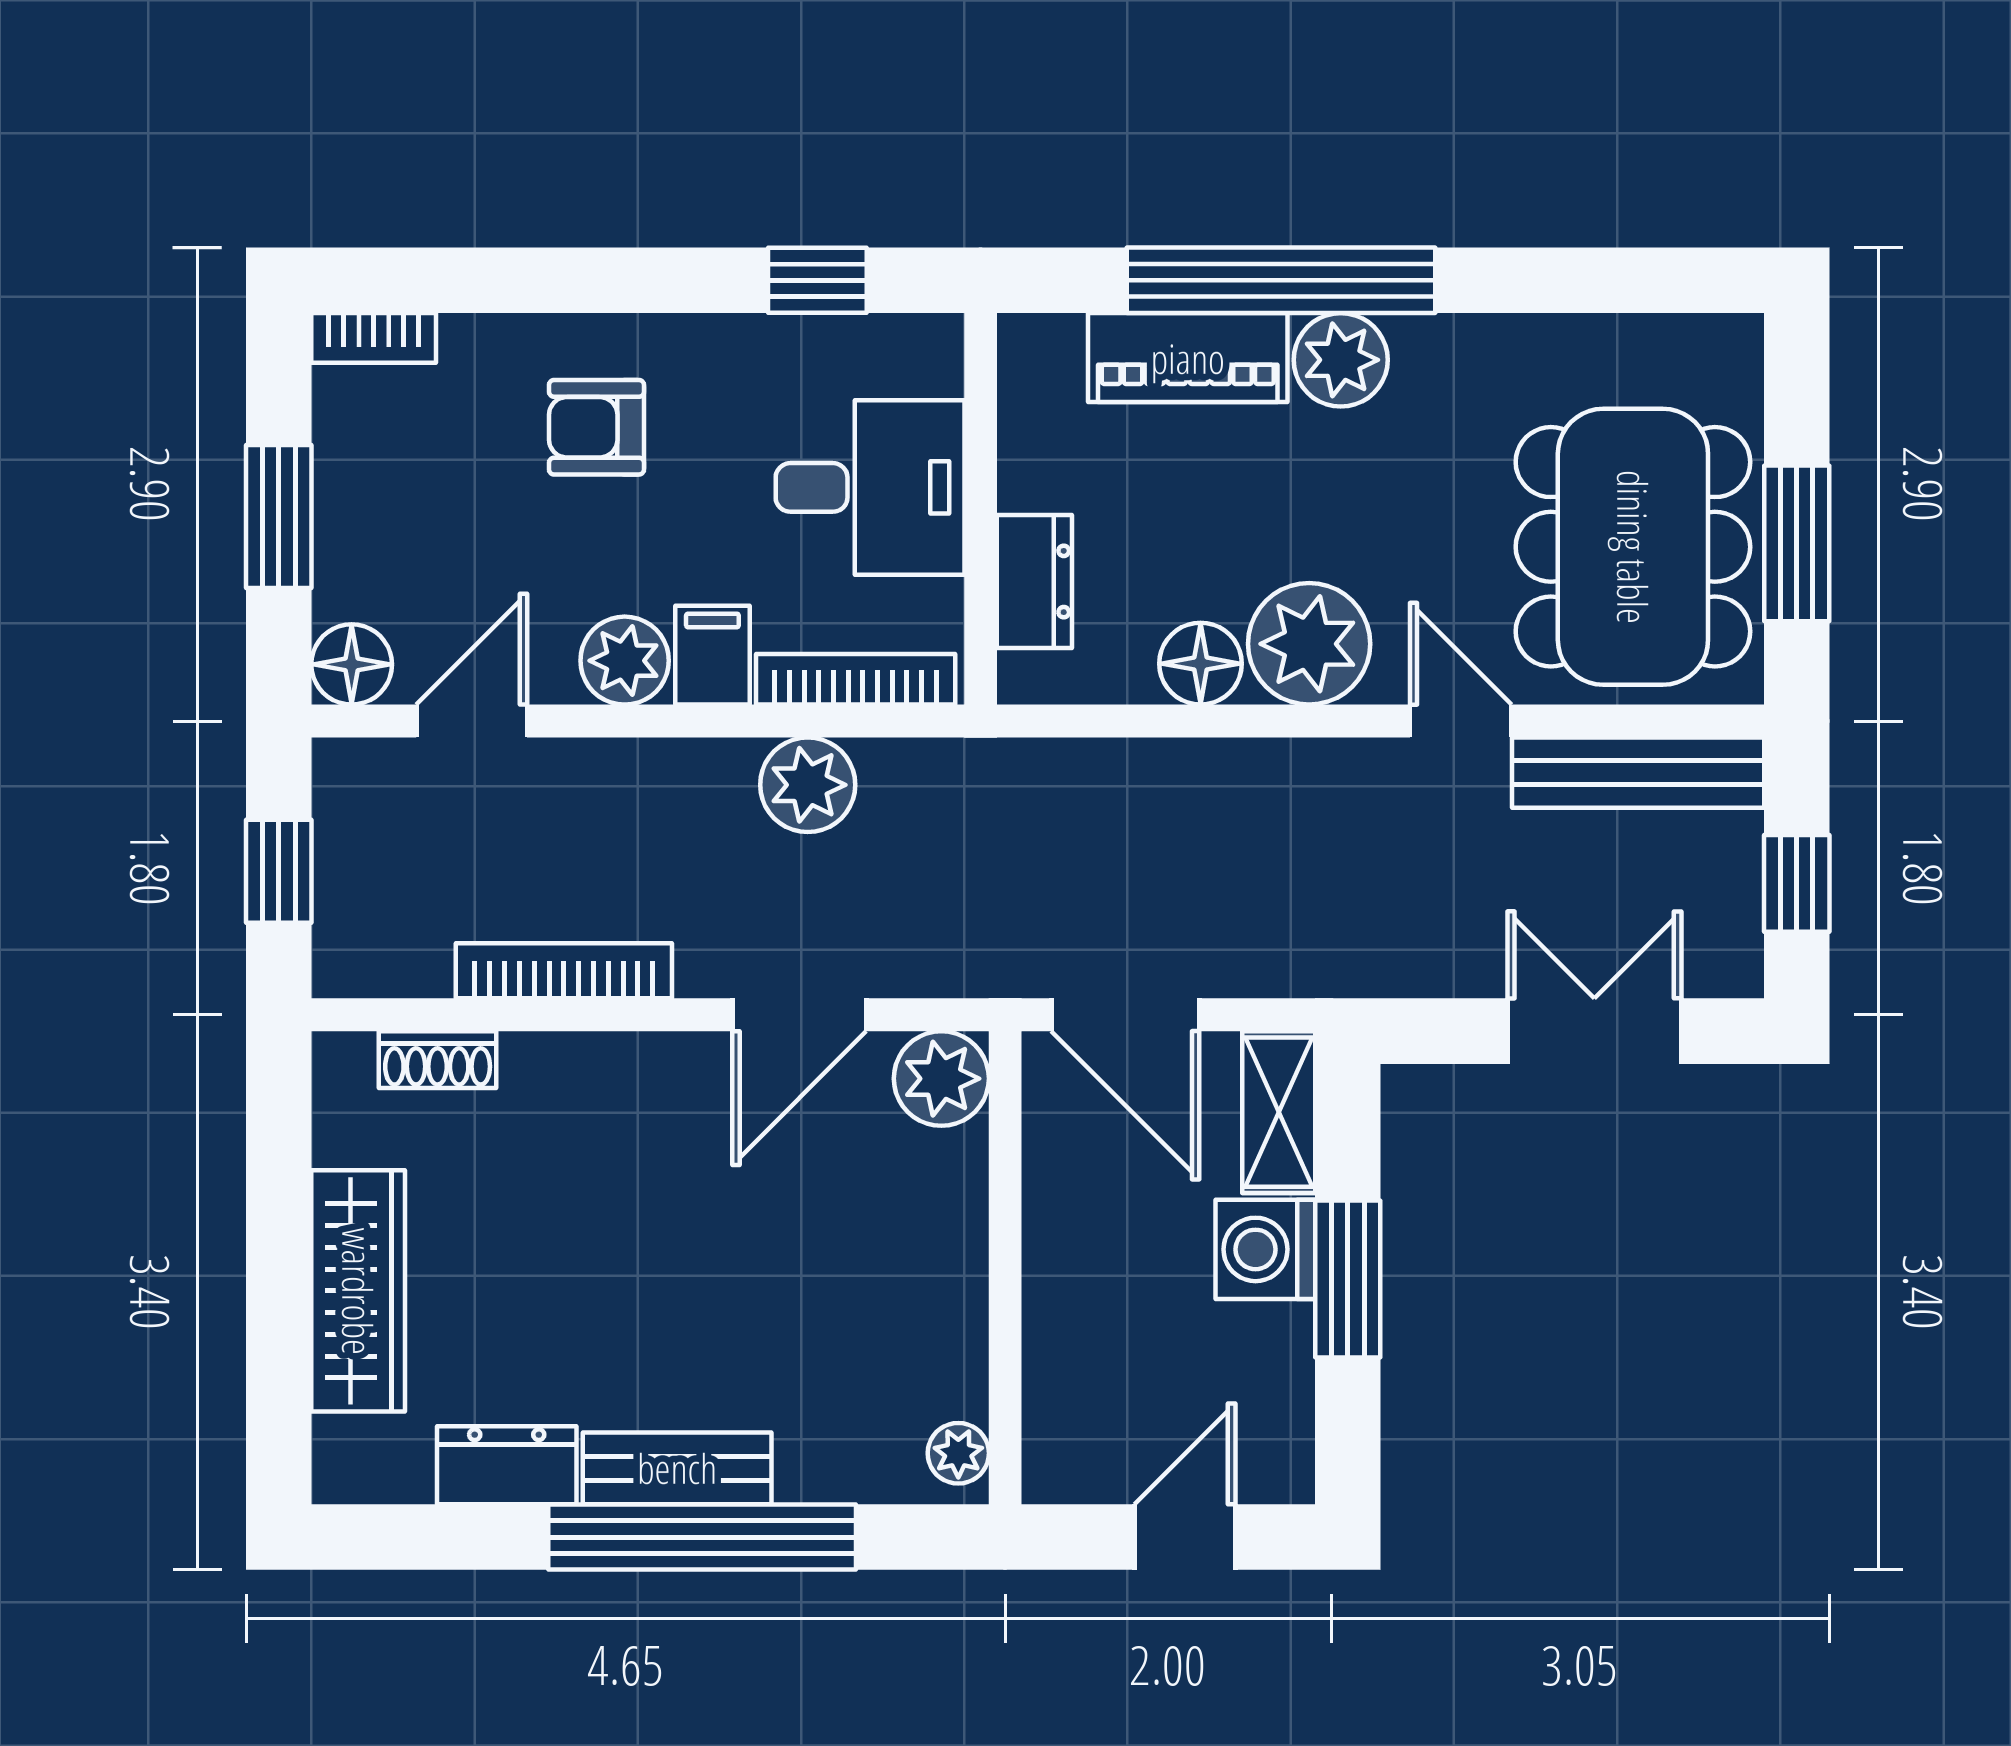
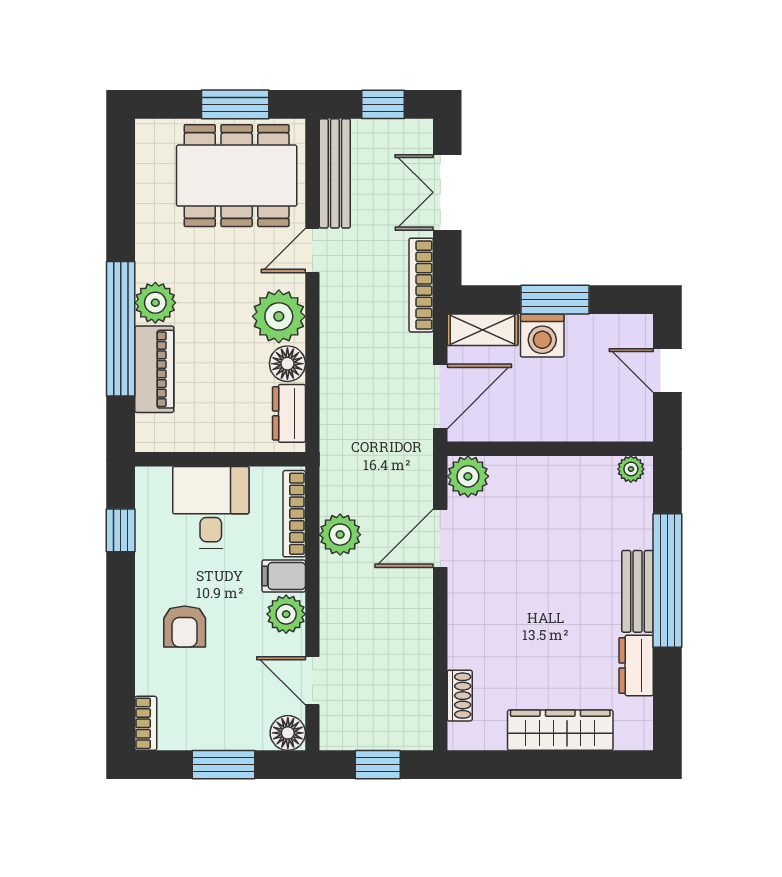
dresser: (1034, 581) -> (289, 413), moved, turned -90
bookcase: (564, 971) -> (421, 285), moved
door: (799, 1015) -> (440, 538), swing flipped

